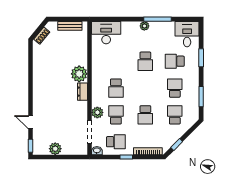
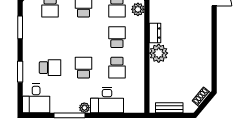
desk: (106, 33) -> (107, 100), moved
school desk: (175, 88) -> (117, 68), moved

